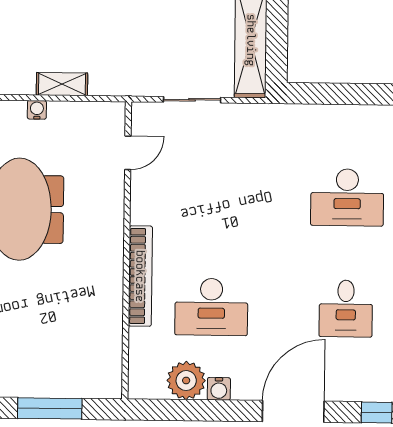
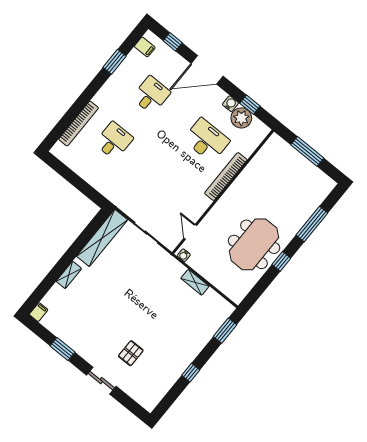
water cooler: (37, 110) -> (184, 255), moved
door: (128, 153) -> (190, 232), hinge flipped
desk: (347, 197) -> (114, 141), width x0.73
window: (189, 410) -> (250, 105), added

